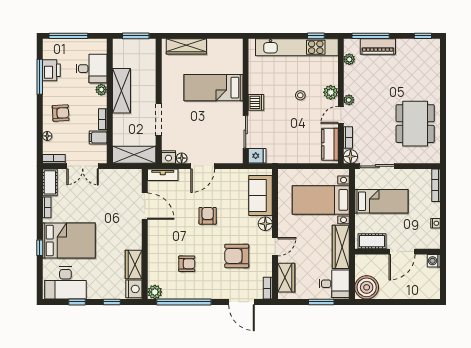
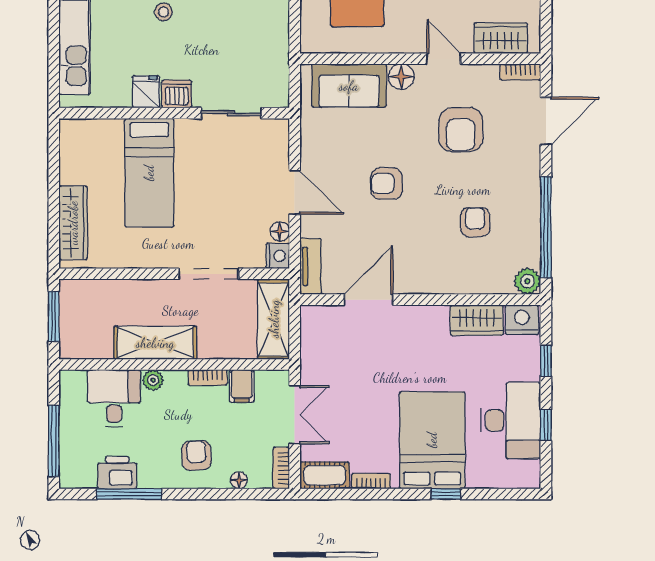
fridge: (257, 156) -> (146, 92), moved
desk: (65, 283) -> (511, 420), moved

